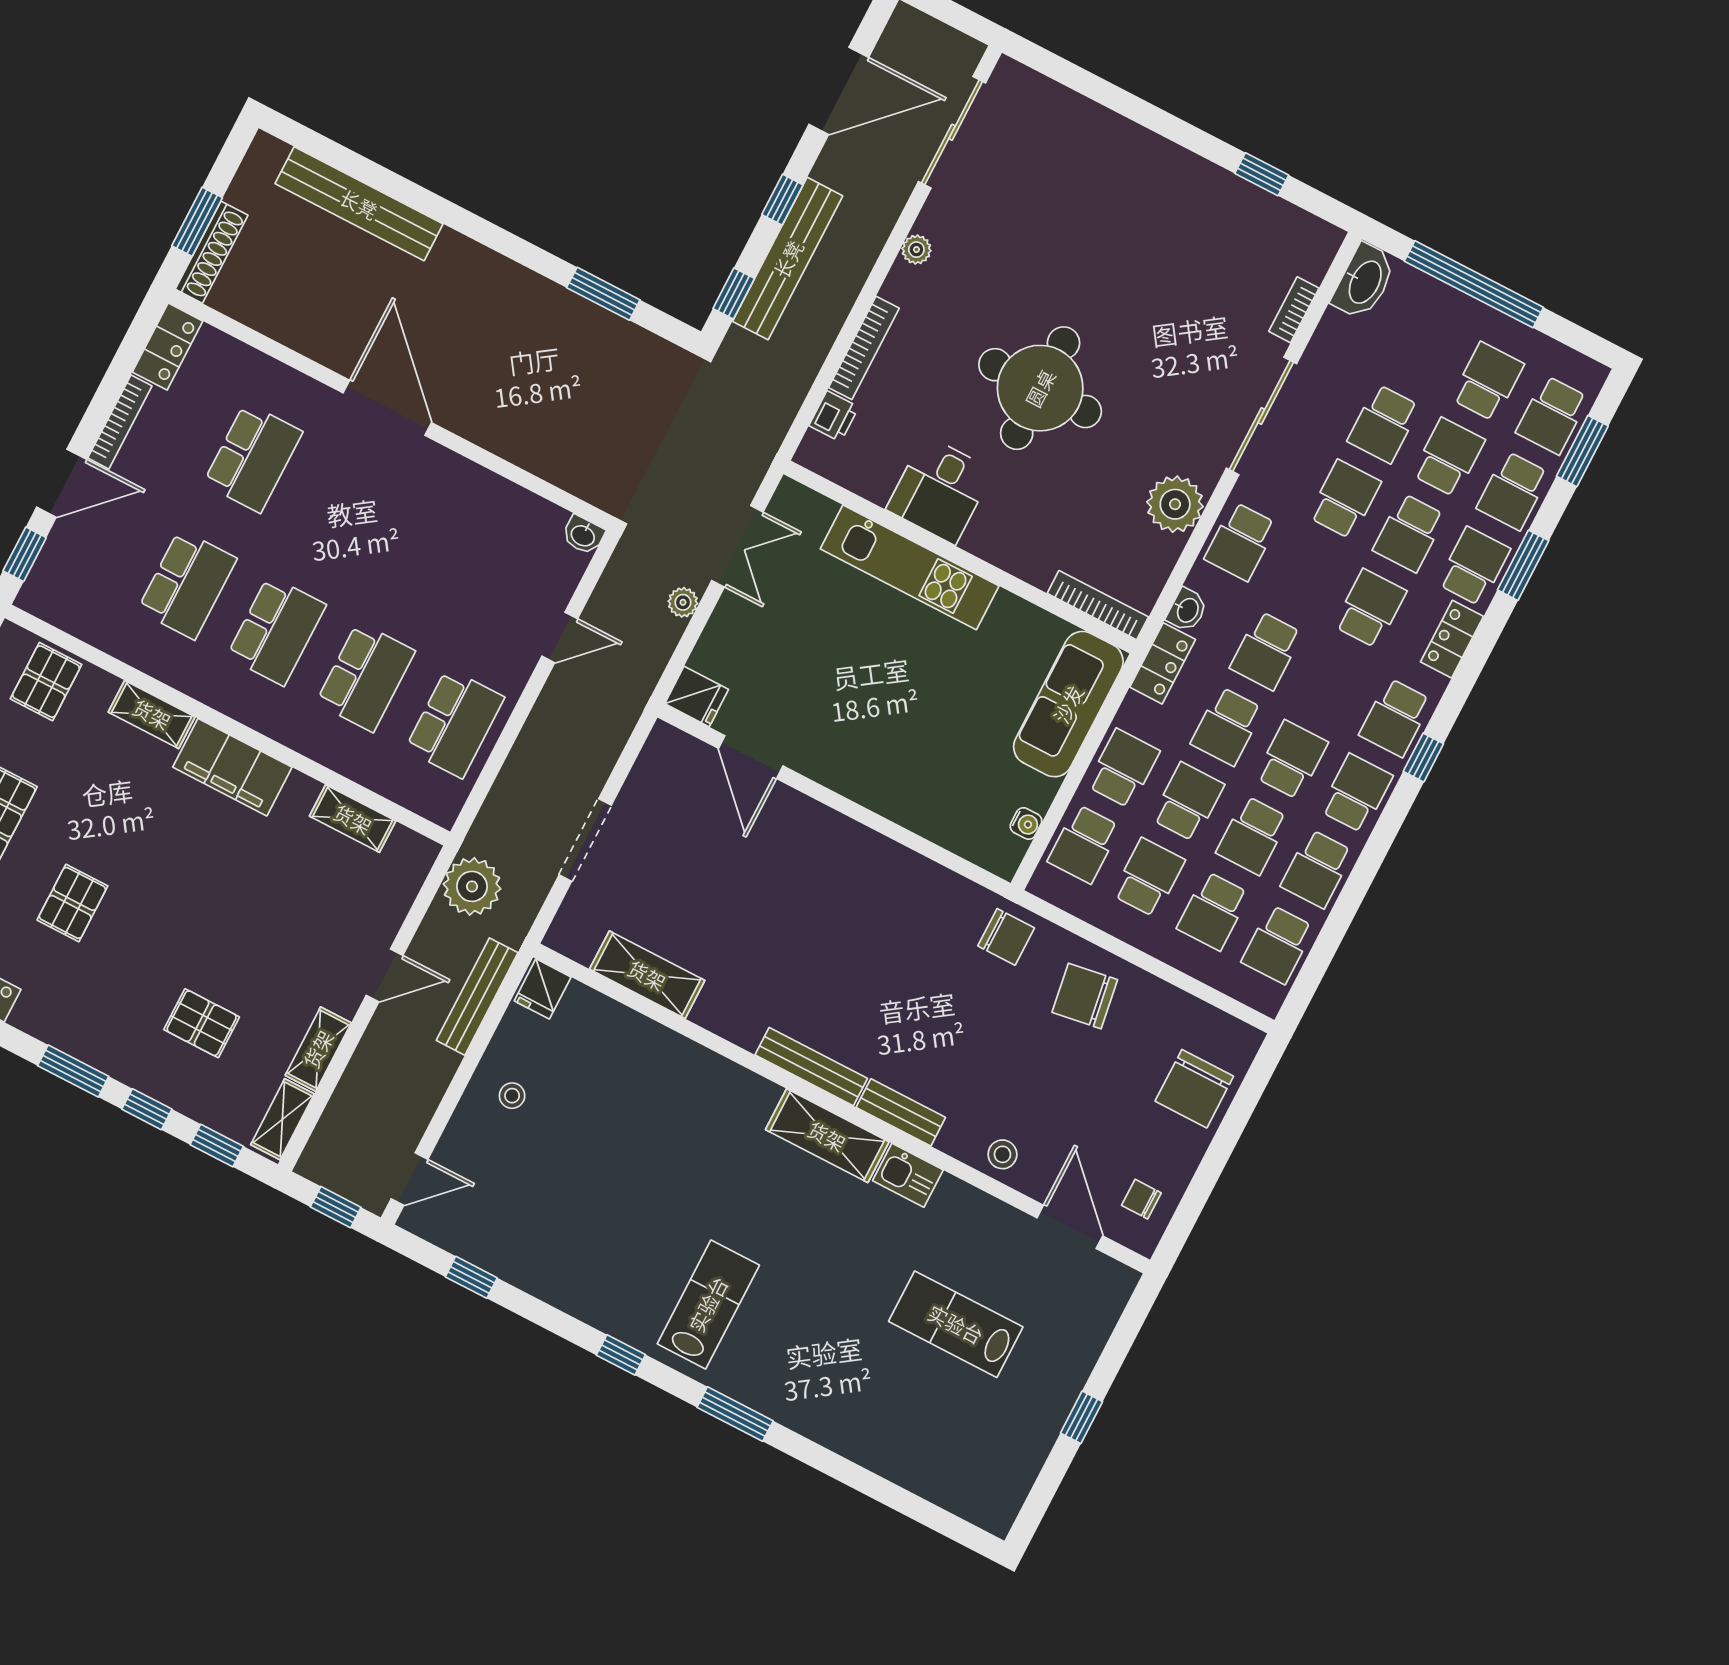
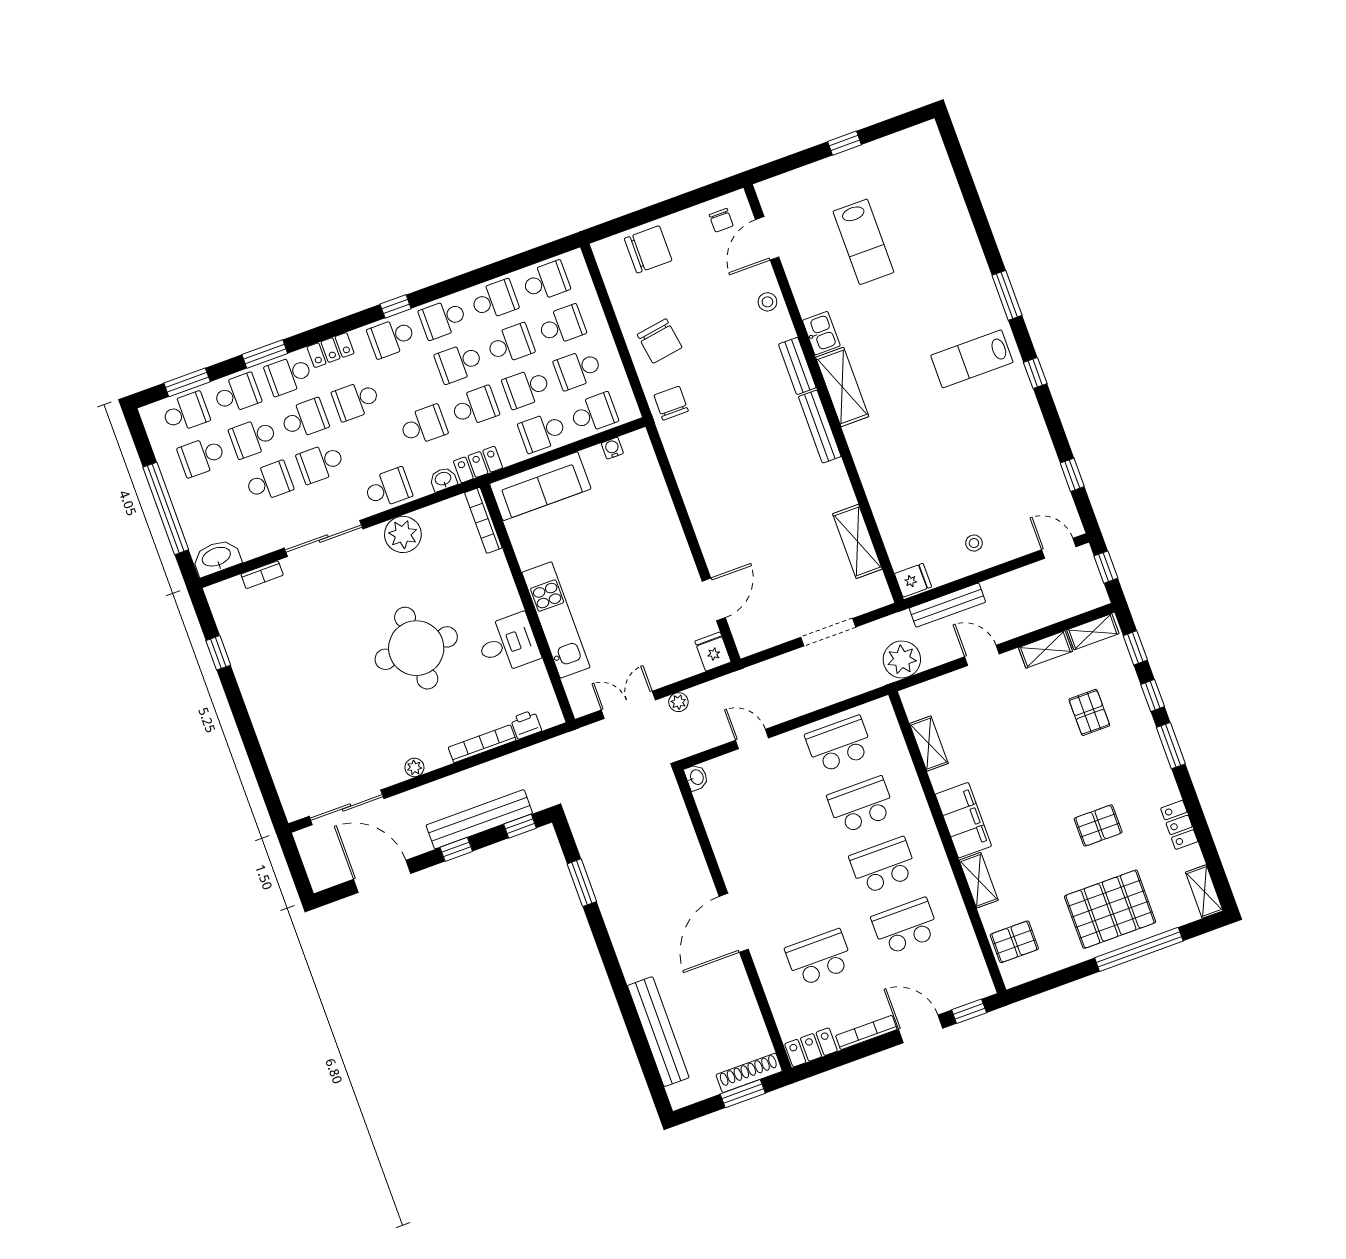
school desk: (1395, 718) -> (391, 338), turned 180

